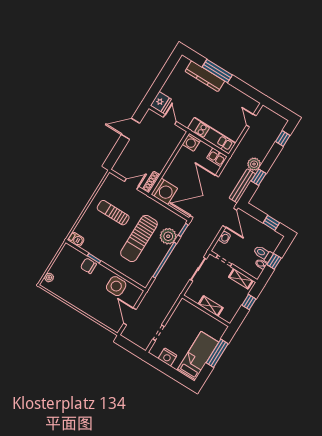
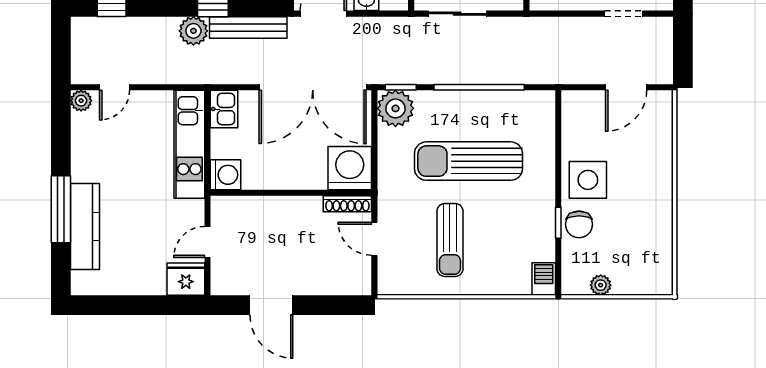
plant: (254, 105) -> (81, 101), added
plant: (168, 236) -> (396, 108), moved
sun lounger: (139, 238) -> (468, 161), turned 180
plant: (49, 277) -> (601, 285), moved
side table: (116, 286) -> (588, 180), moved

